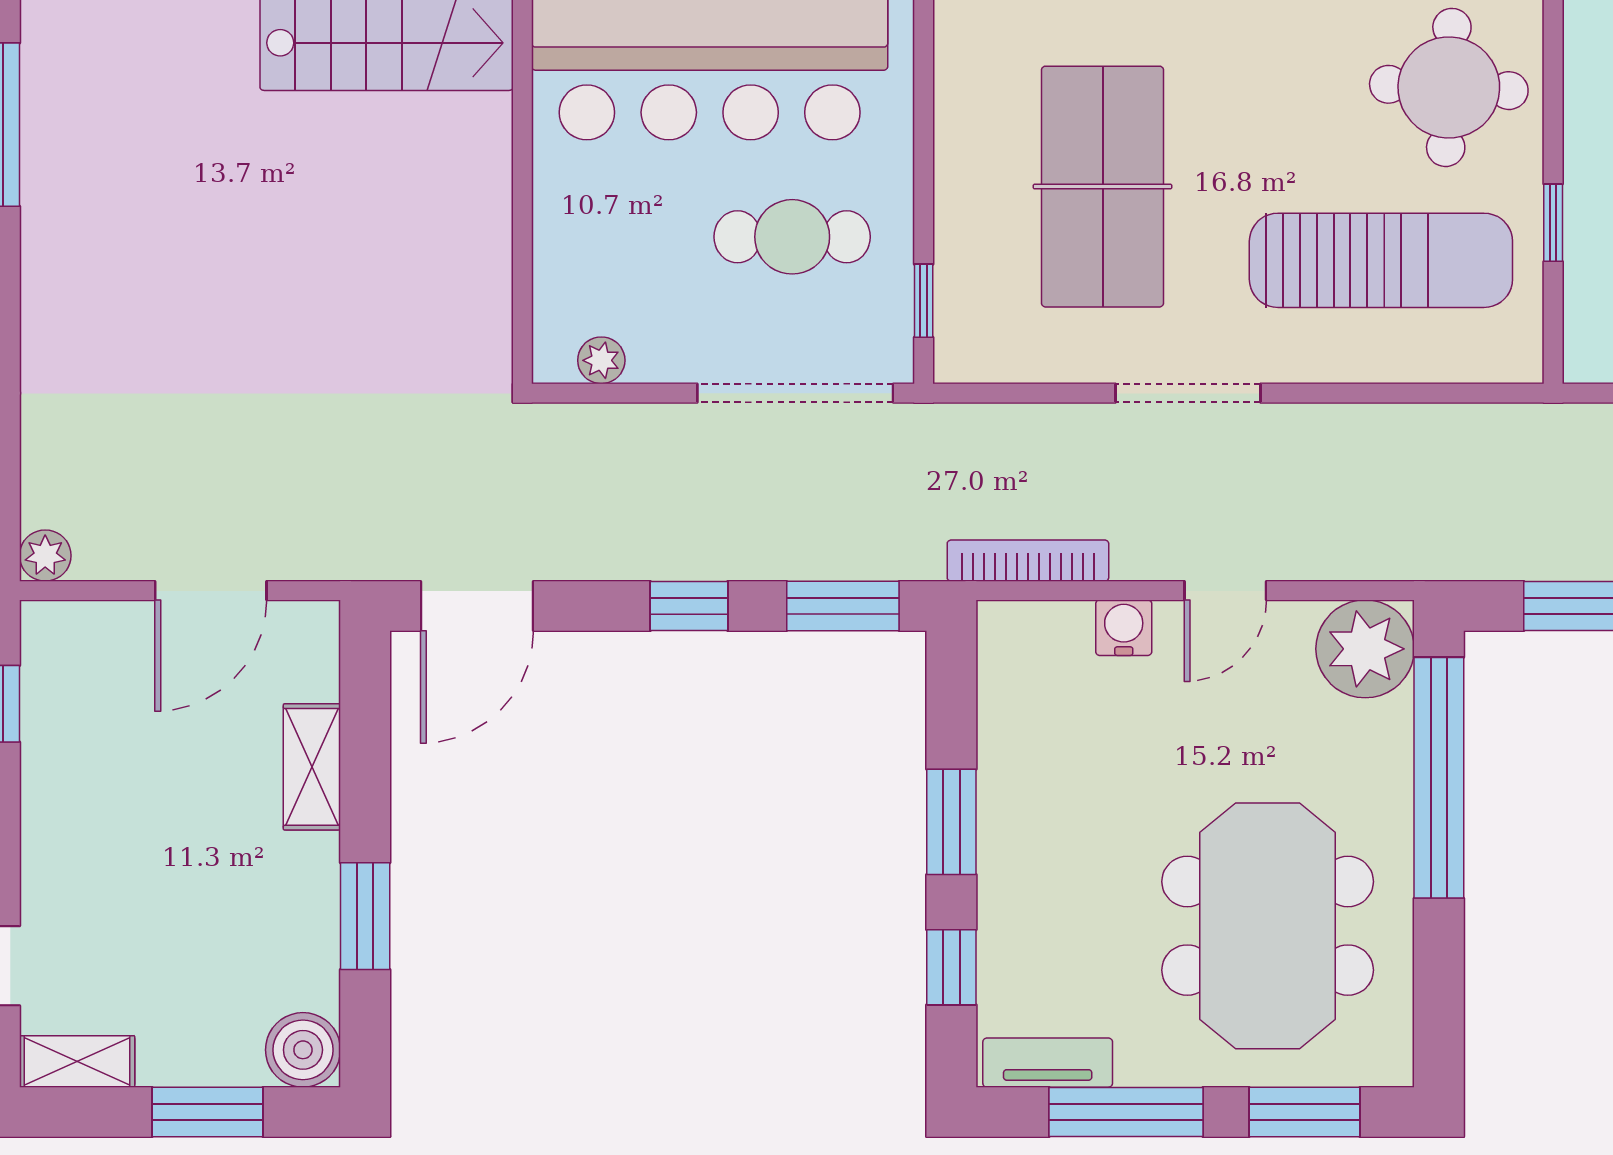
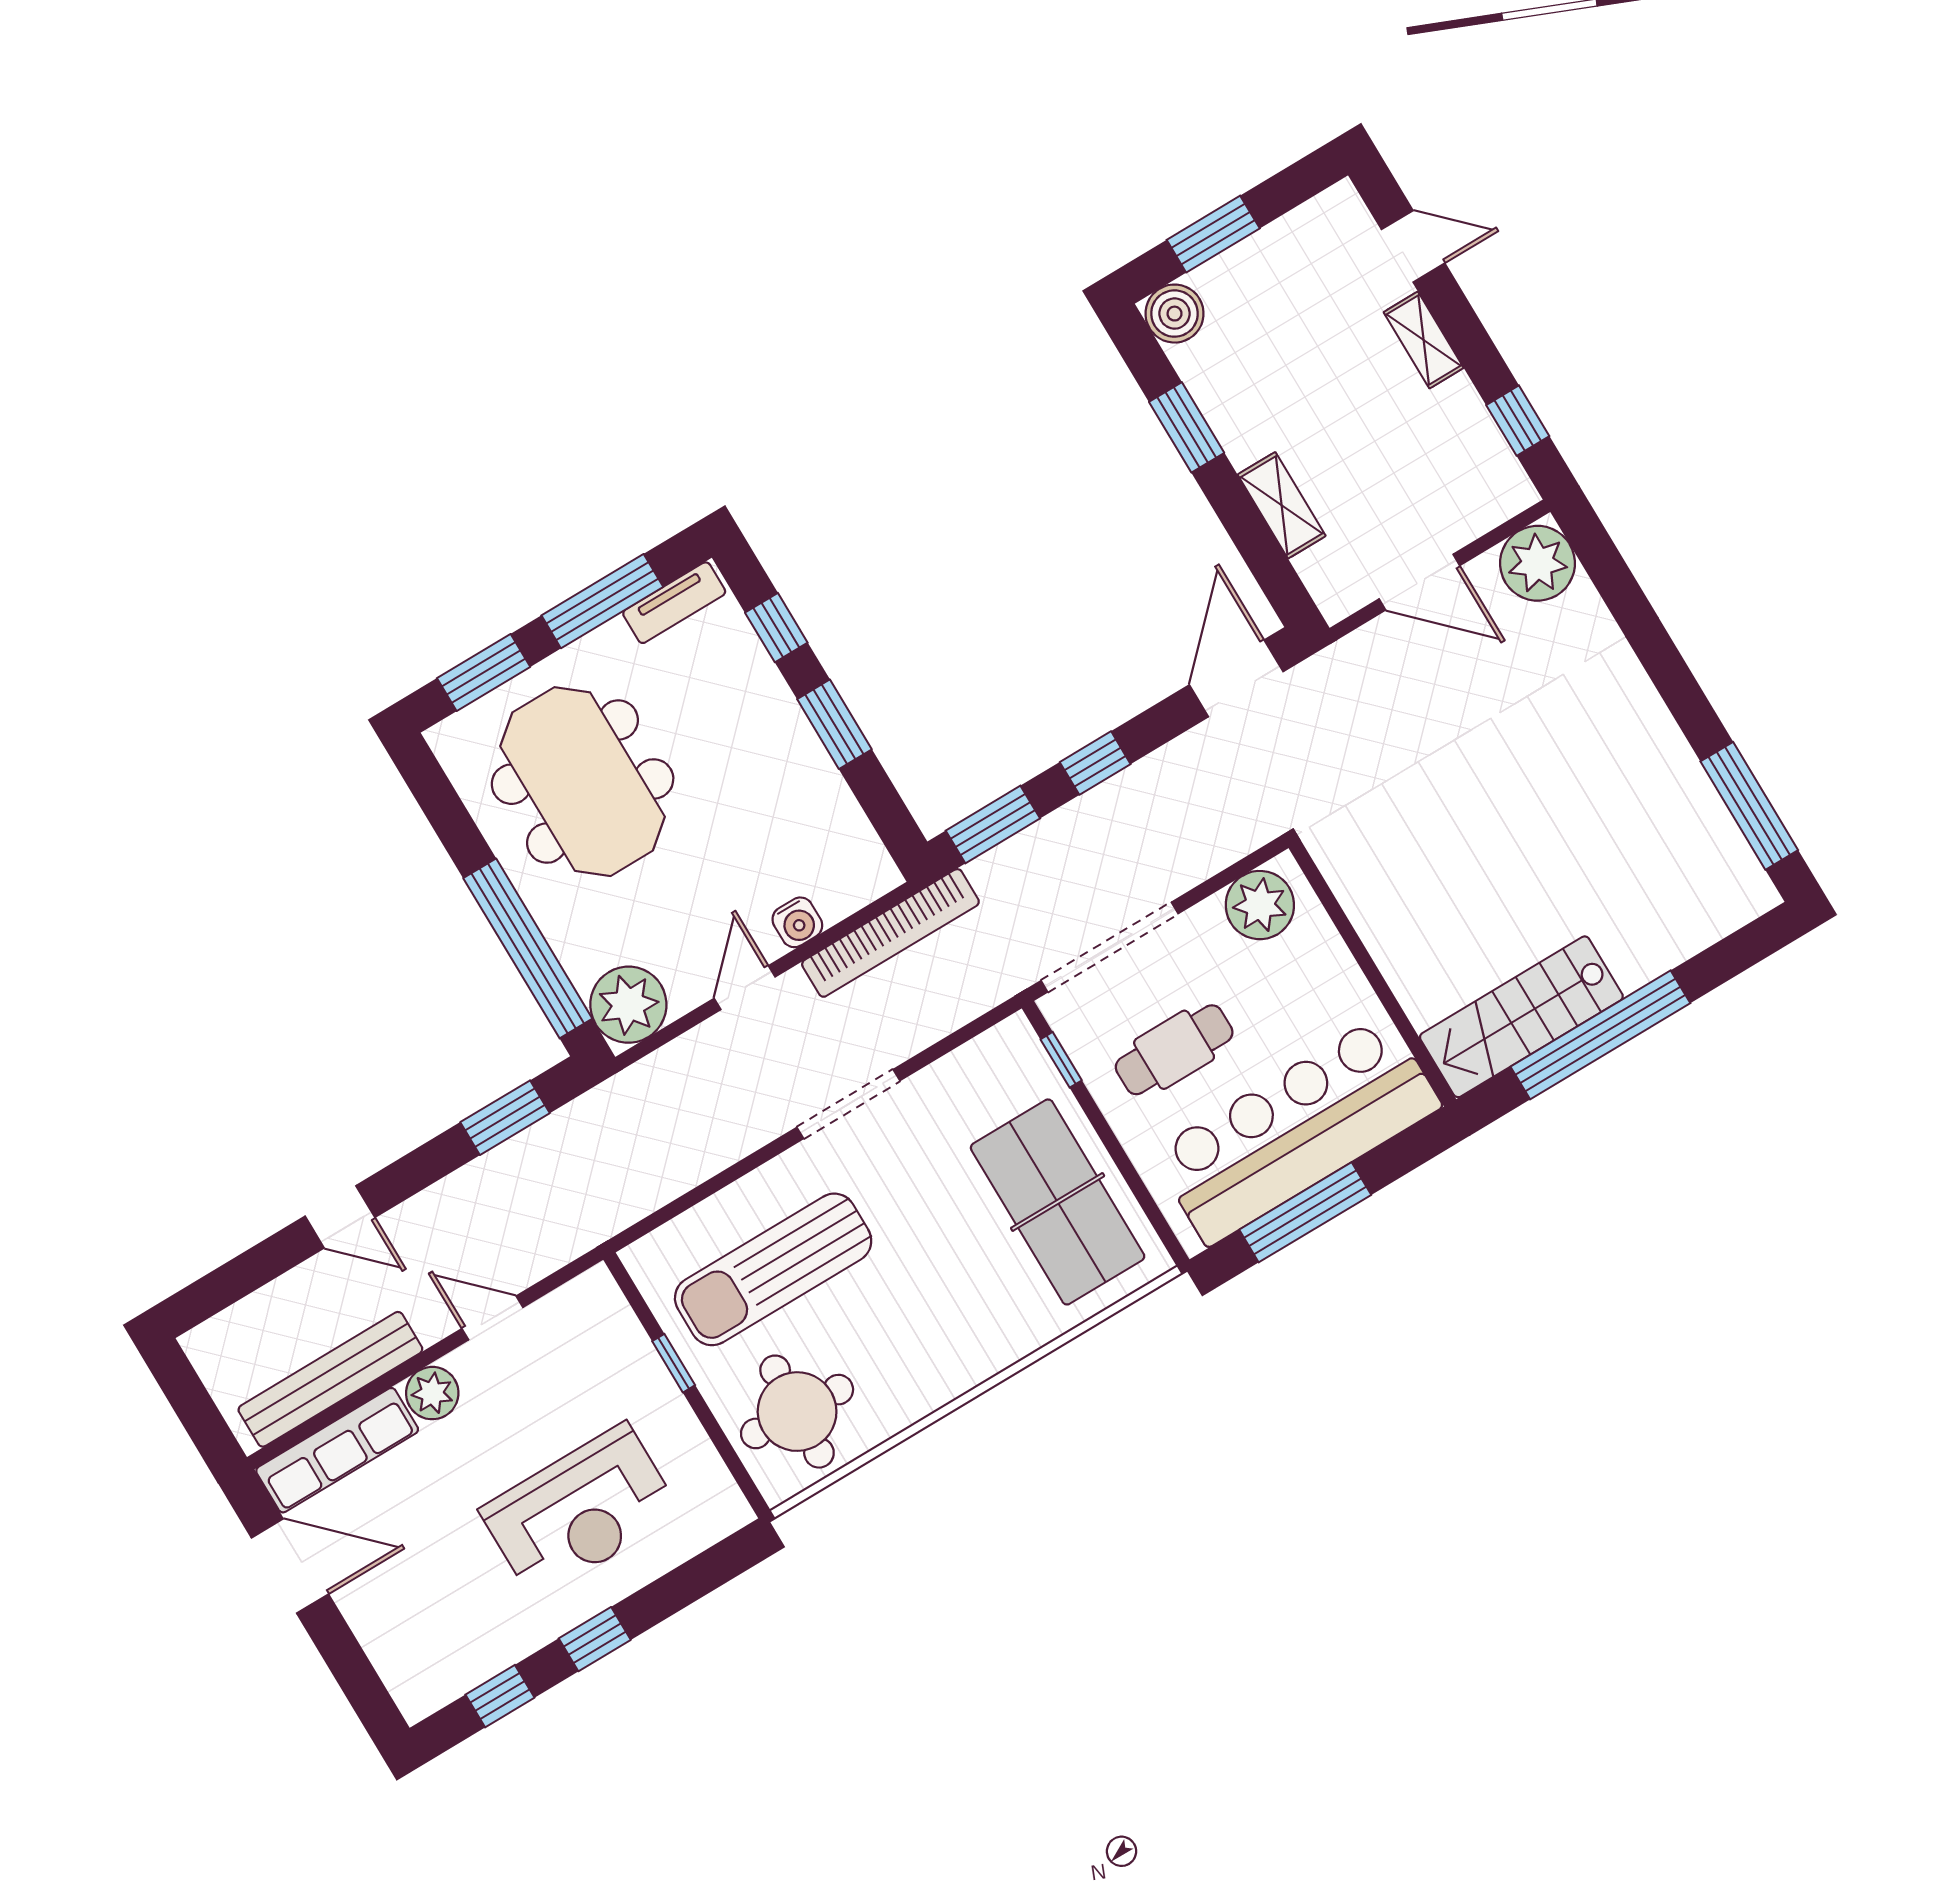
table tennis table: (1103, 187) -> (1058, 1202), moved
plant: (601, 360) -> (1260, 905), width x1.88, depth x1.88
plant: (45, 556) -> (1538, 563), width x1.88, depth x1.88
bookcase: (1028, 561) -> (890, 933), width x1.48, depth x1.31
door: (211, 591) -> (1419, 582), swing flipped
shelving: (77, 1061) -> (1424, 340), moved, turned 90

